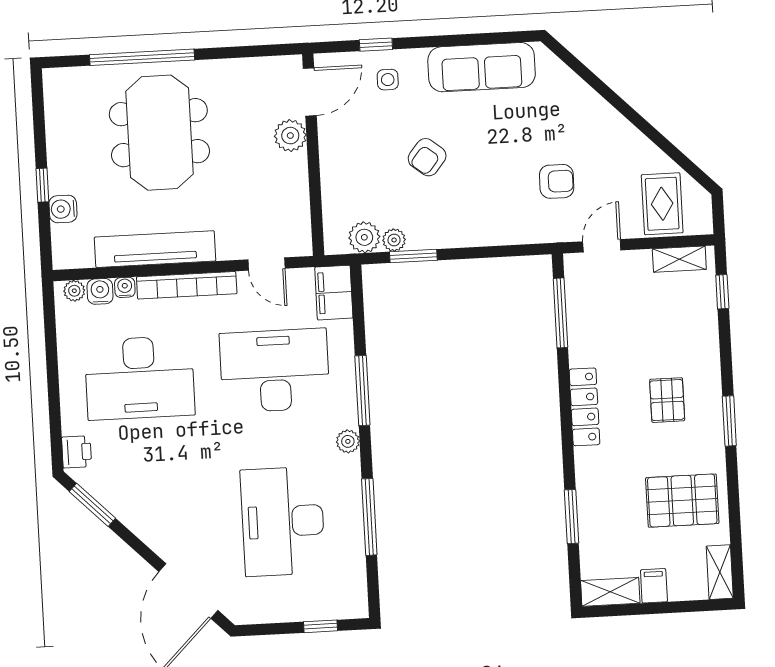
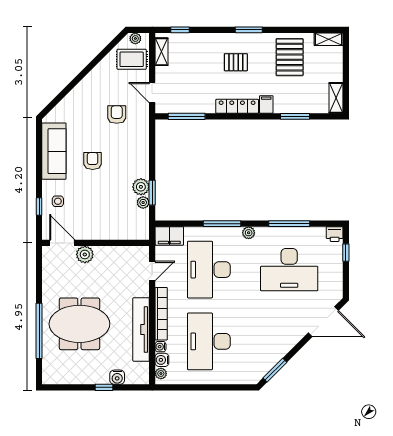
armchair: (427, 157) -> (93, 161), moved, turned -129
plant: (702, 209) -> (135, 38), added
plant: (364, 237) -> (141, 187), moved
desk: (140, 378) -> (209, 341), turned 180
printer: (77, 452) -> (335, 234), moved, turned 180
filing cabinet: (654, 586) -> (266, 104), moved, turned 90

